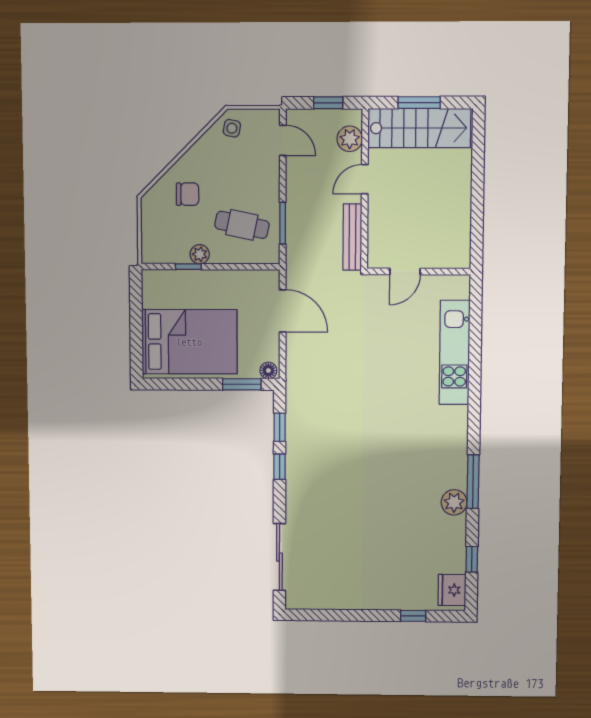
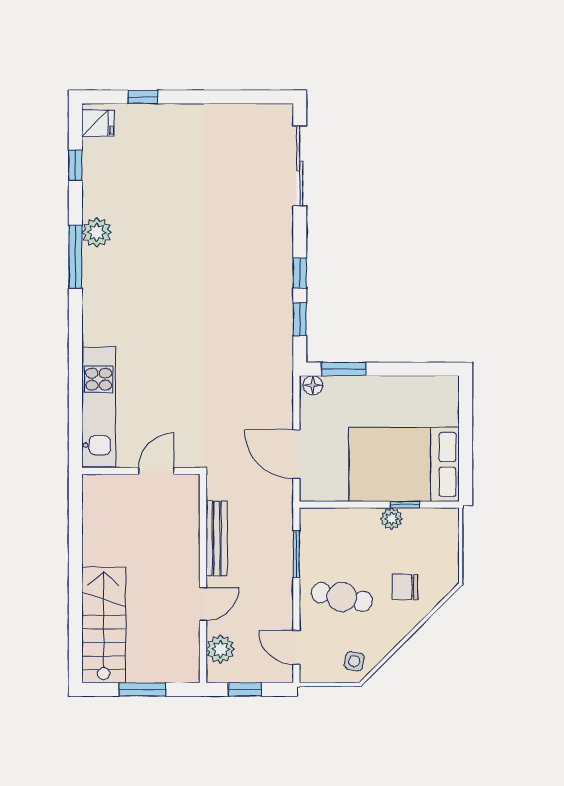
stairs: (419, 128) -> (104, 625), moved, turned 90
cafe table: (242, 225) -> (342, 597), moved
door: (405, 271) -> (156, 471), moved
wall: (419, 272) -> (141, 471), moved
bed: (189, 342) -> (404, 464), moved
fridge: (452, 590) -> (98, 123), width x0.72

